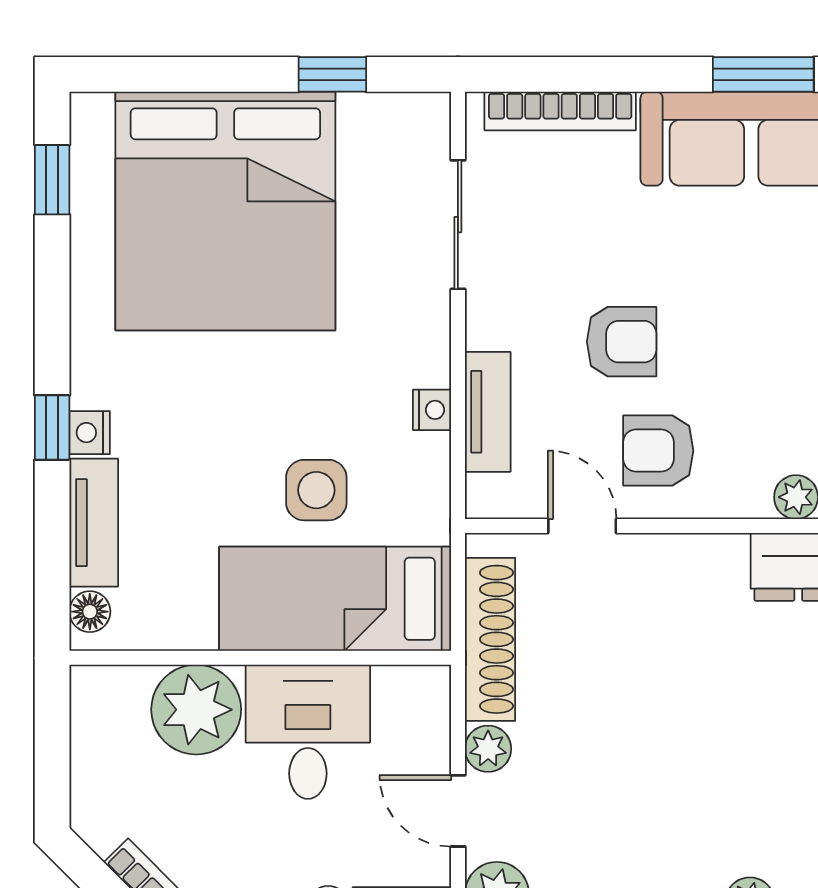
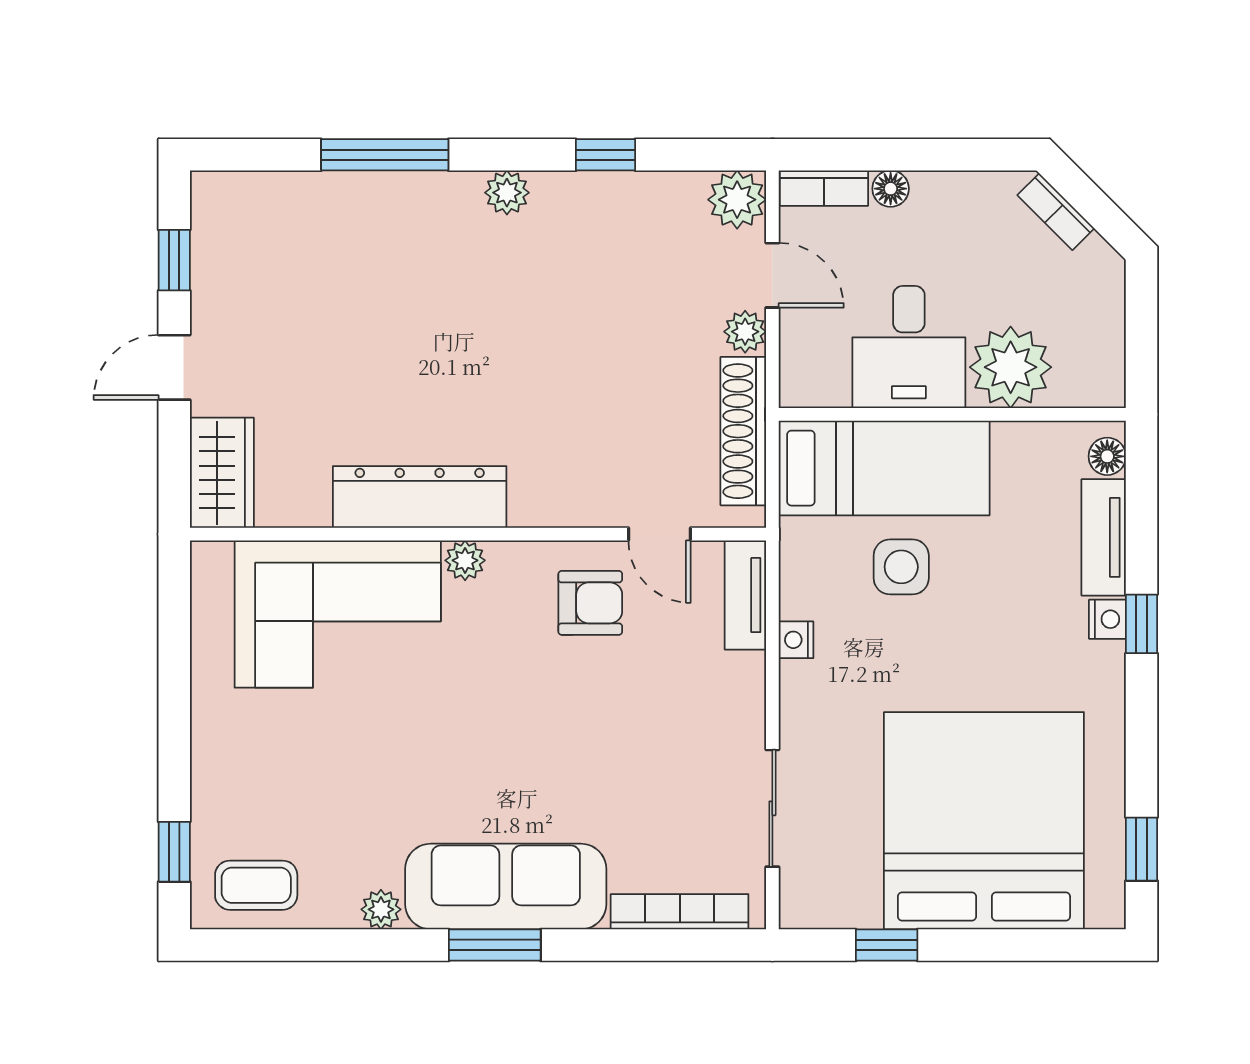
armchair: (622, 342) -> (624, 702), removed
tv unit: (488, 412) -> (745, 595), moved

